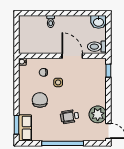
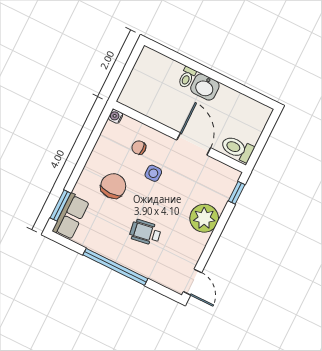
washbasin: (99, 22) -> (205, 87), moved
plant: (98, 114) -> (204, 218), moved

